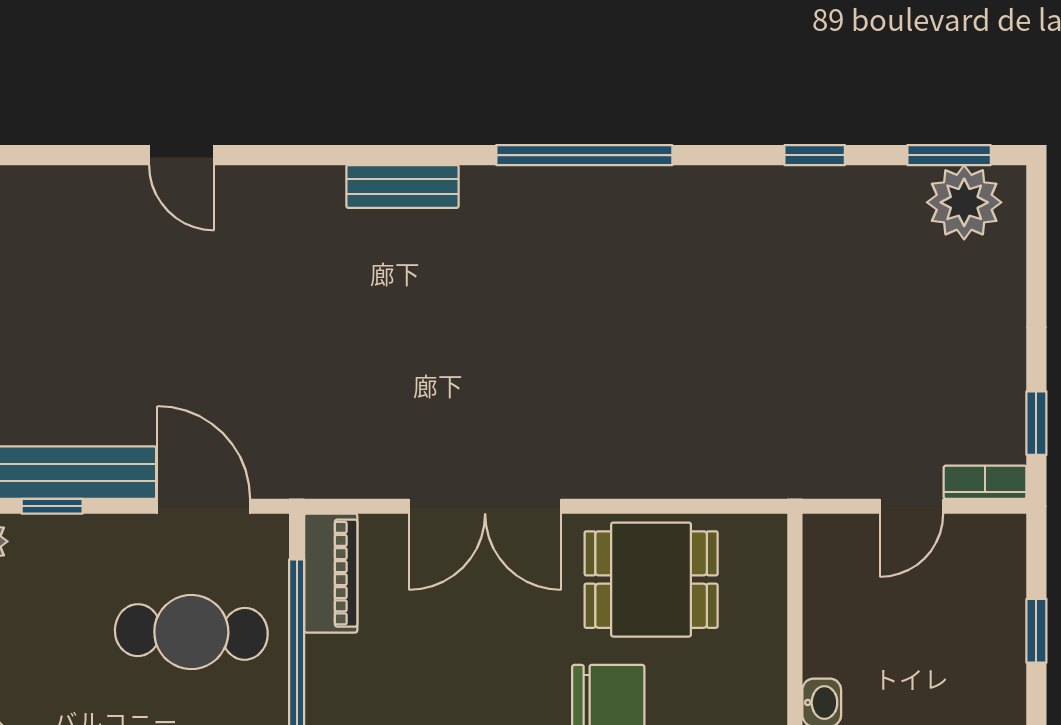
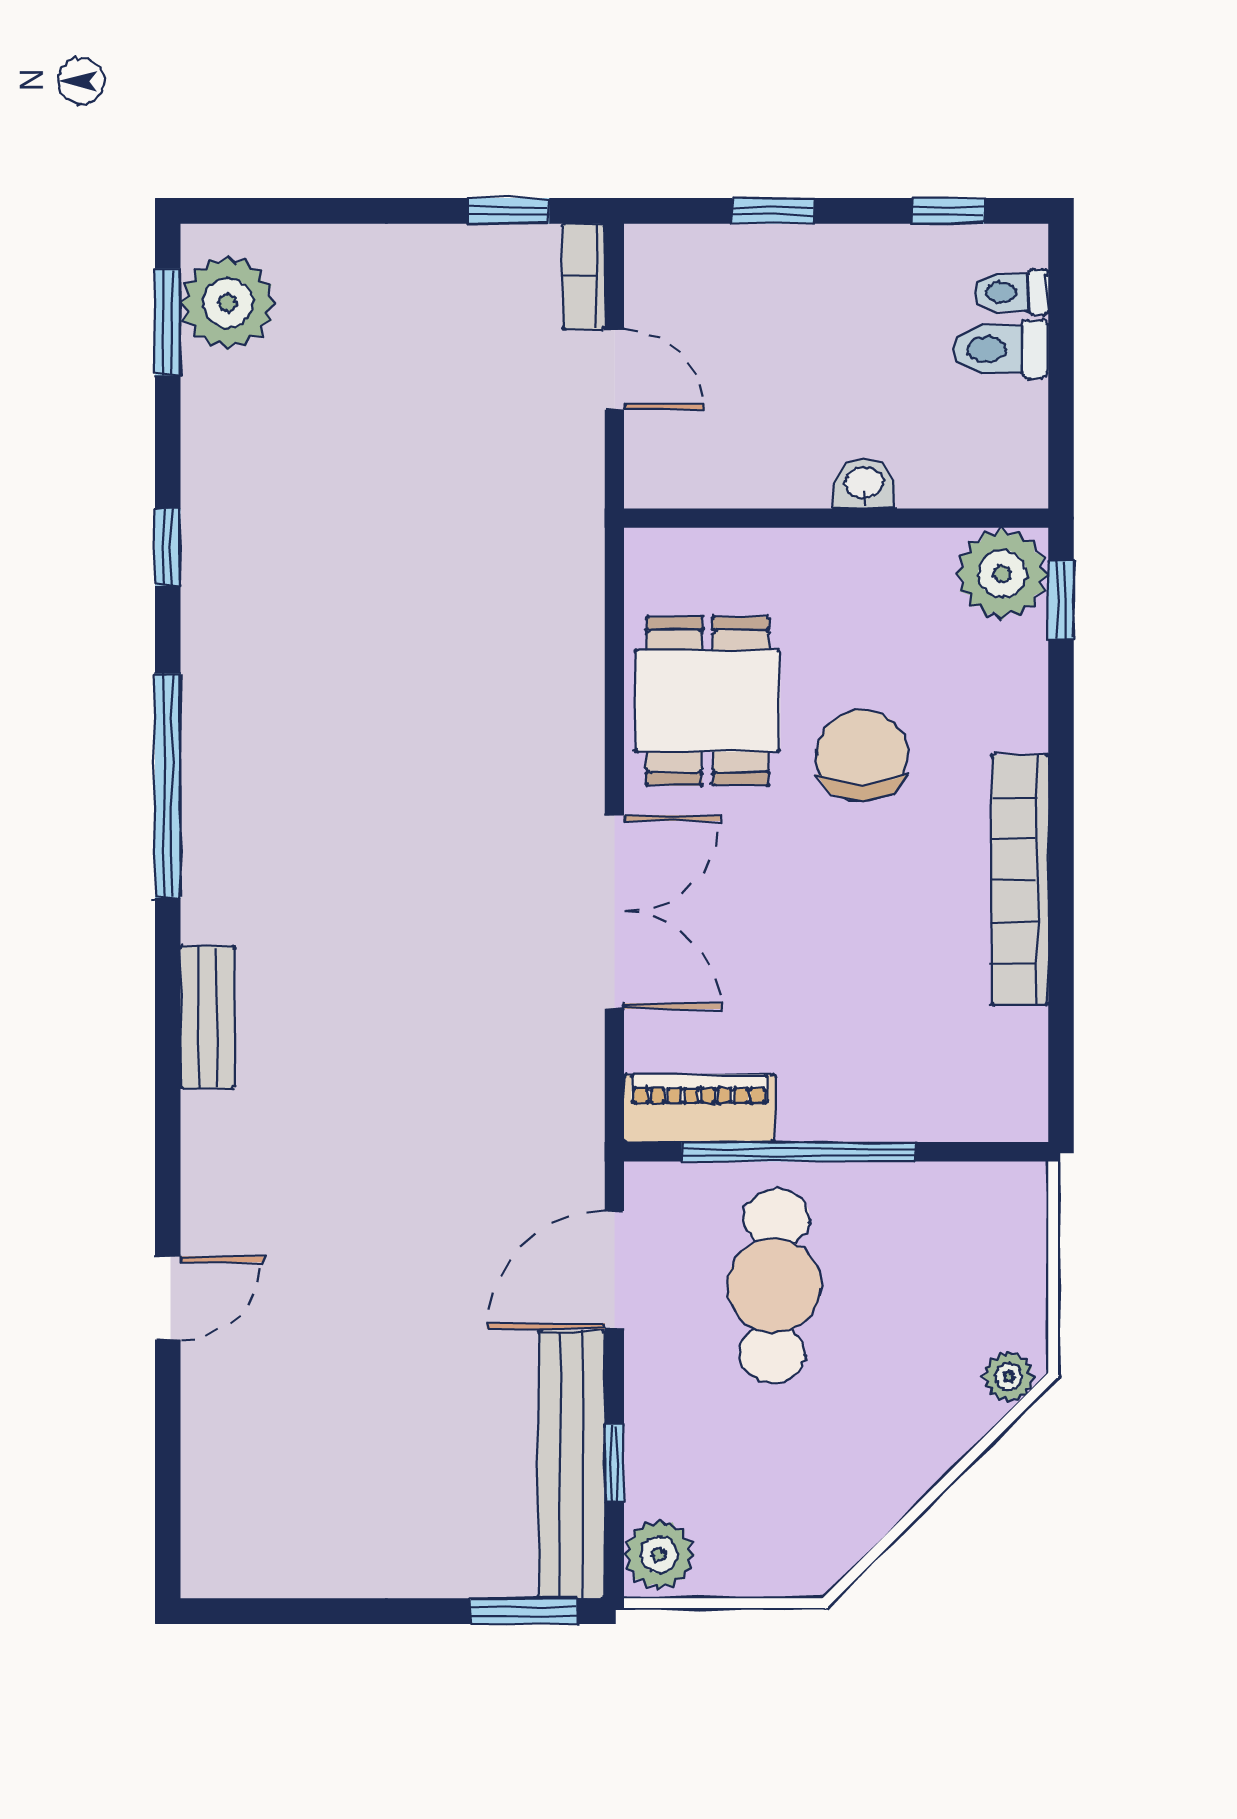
window: (815, 155) -> (168, 547), moved

